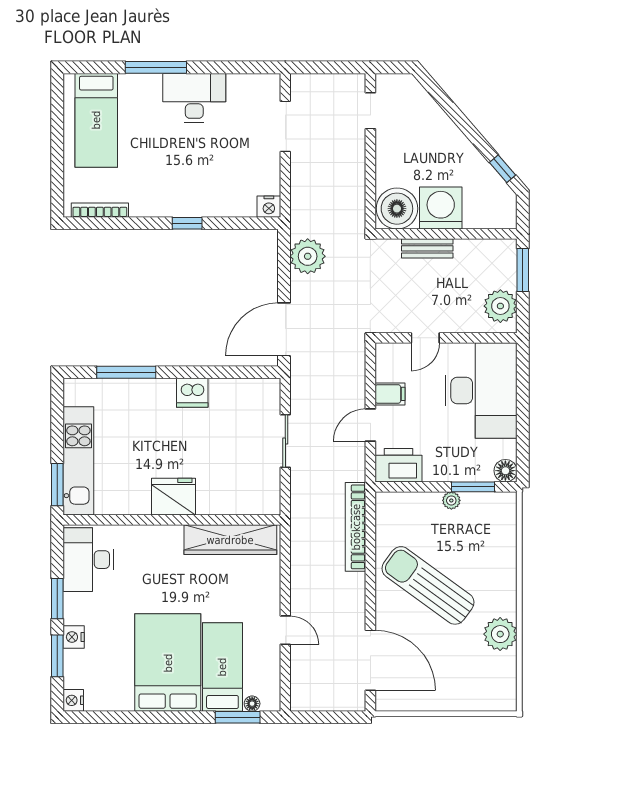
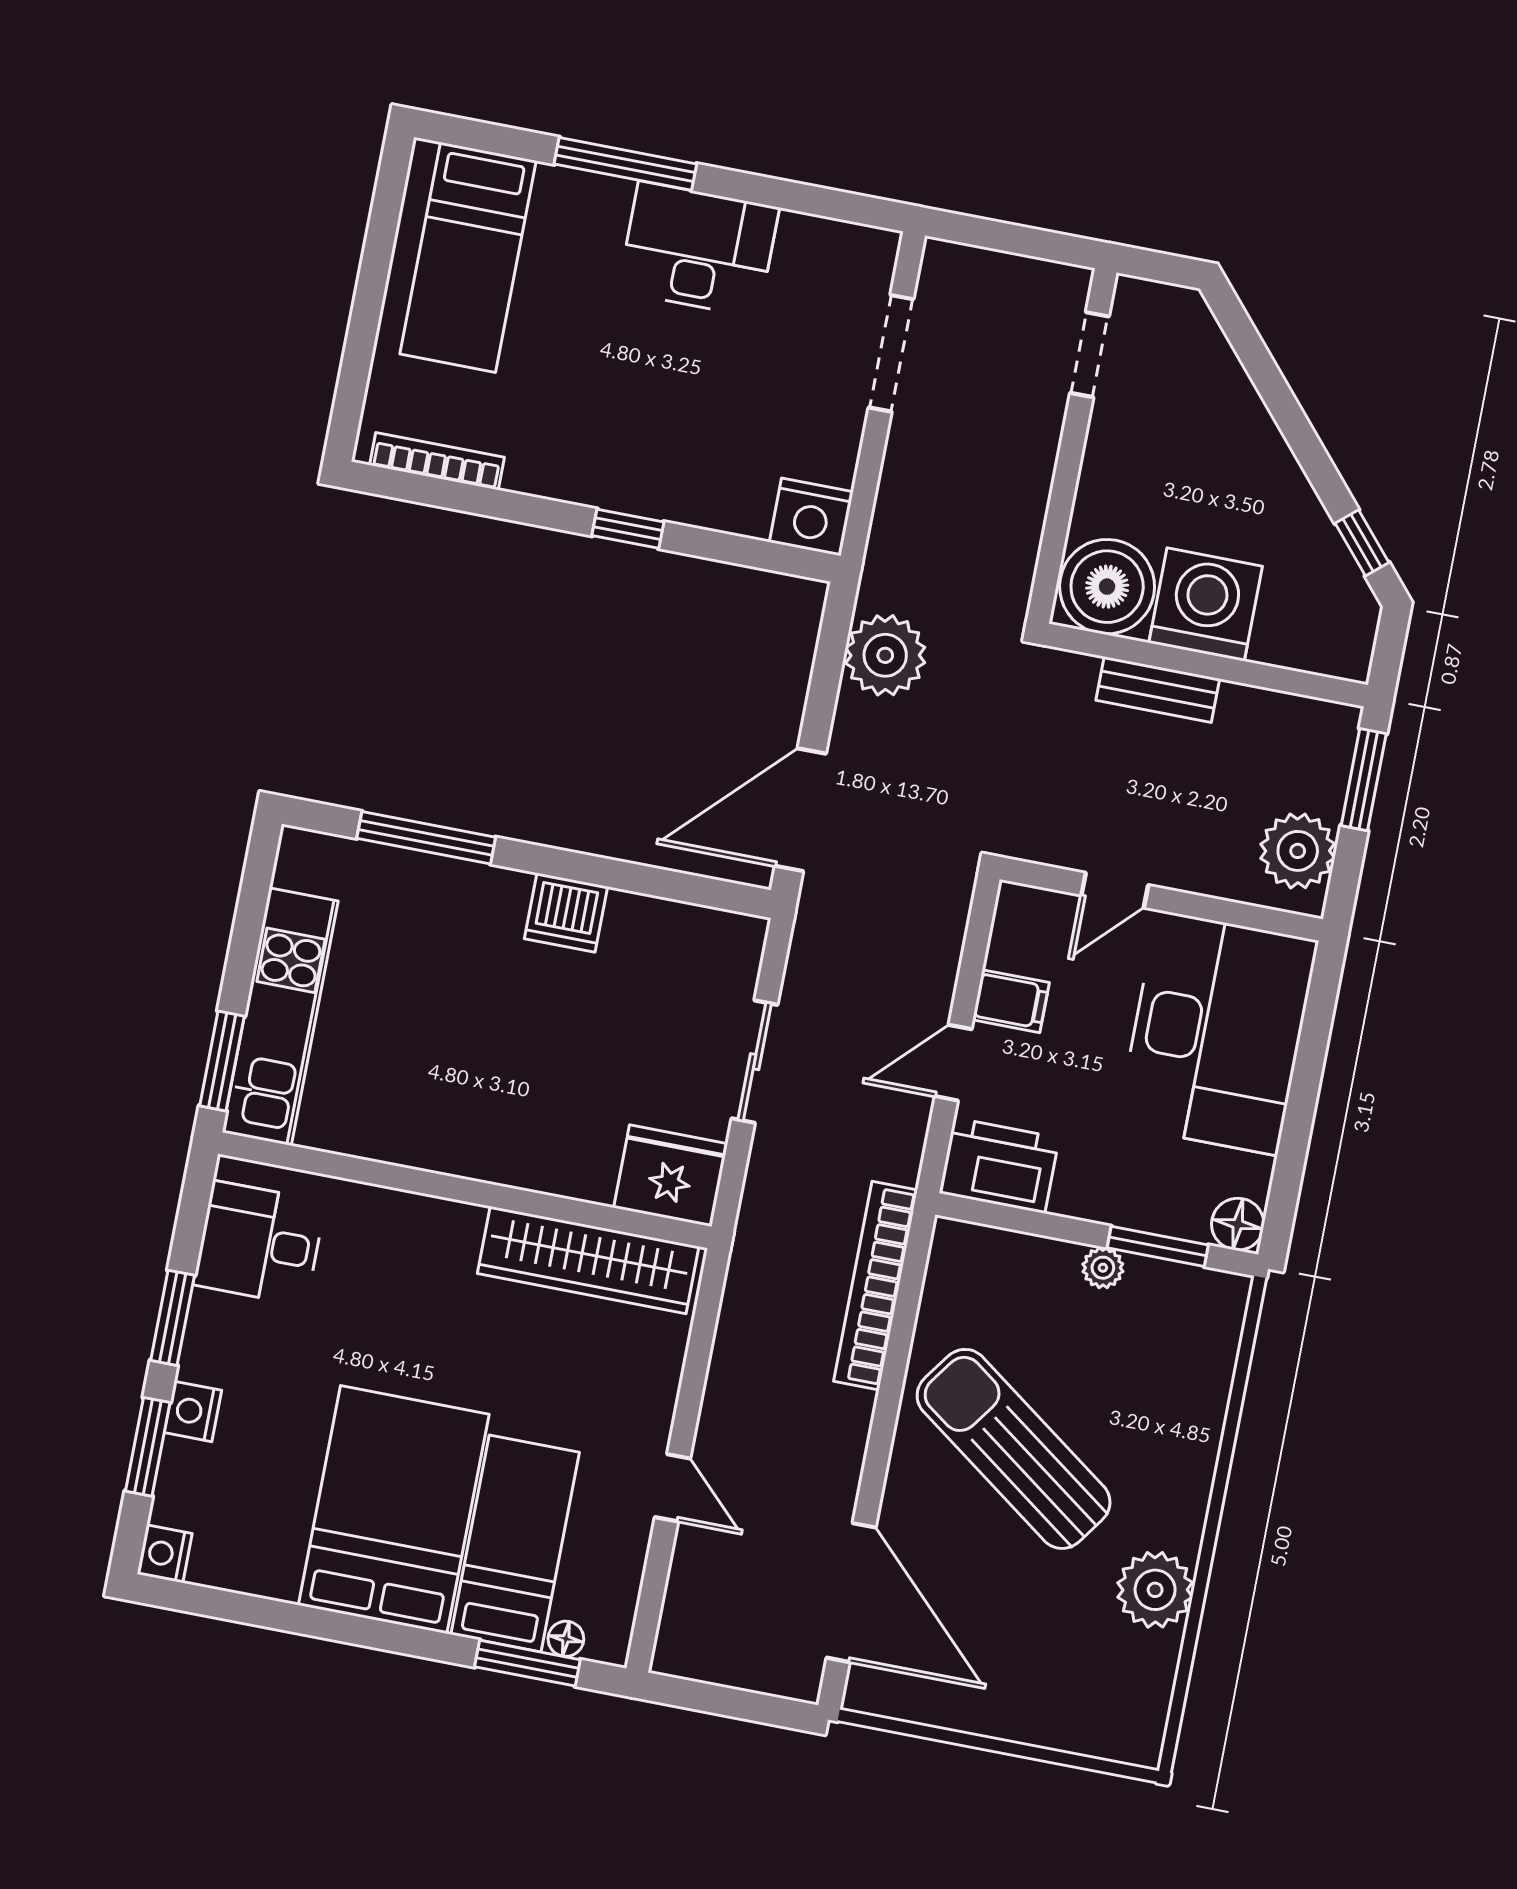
nightstand: (269, 207) -> (811, 517), width x1.36, depth x1.33
fridge: (174, 497) -> (671, 1176), moved
desk: (88, 560) -> (259, 1243), width x0.73

